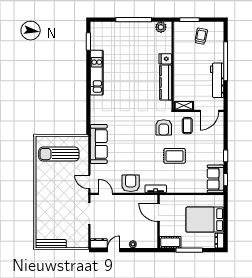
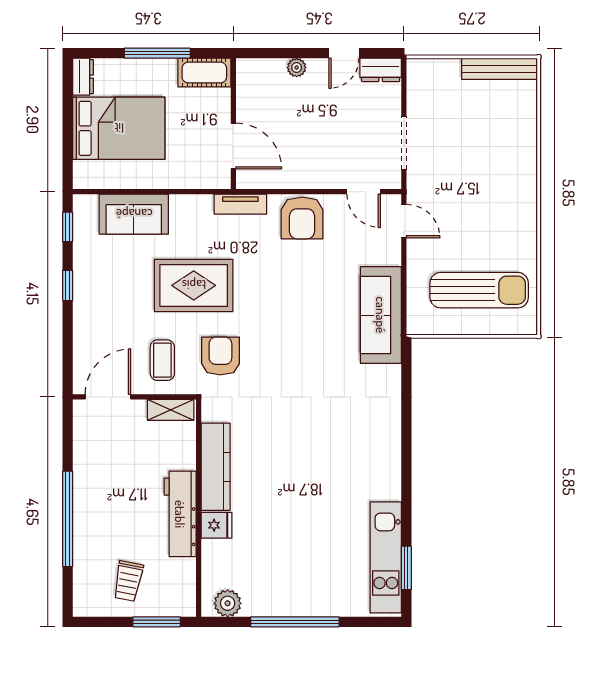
kitchen unit: (97, 73) -> (386, 557), moved
workbench: (217, 80) -> (180, 514), moved, turned 180
rug: (175, 156) -> (194, 285), width x1.36, depth x1.43
sofa: (216, 179) -> (134, 214), moved, turned 90

